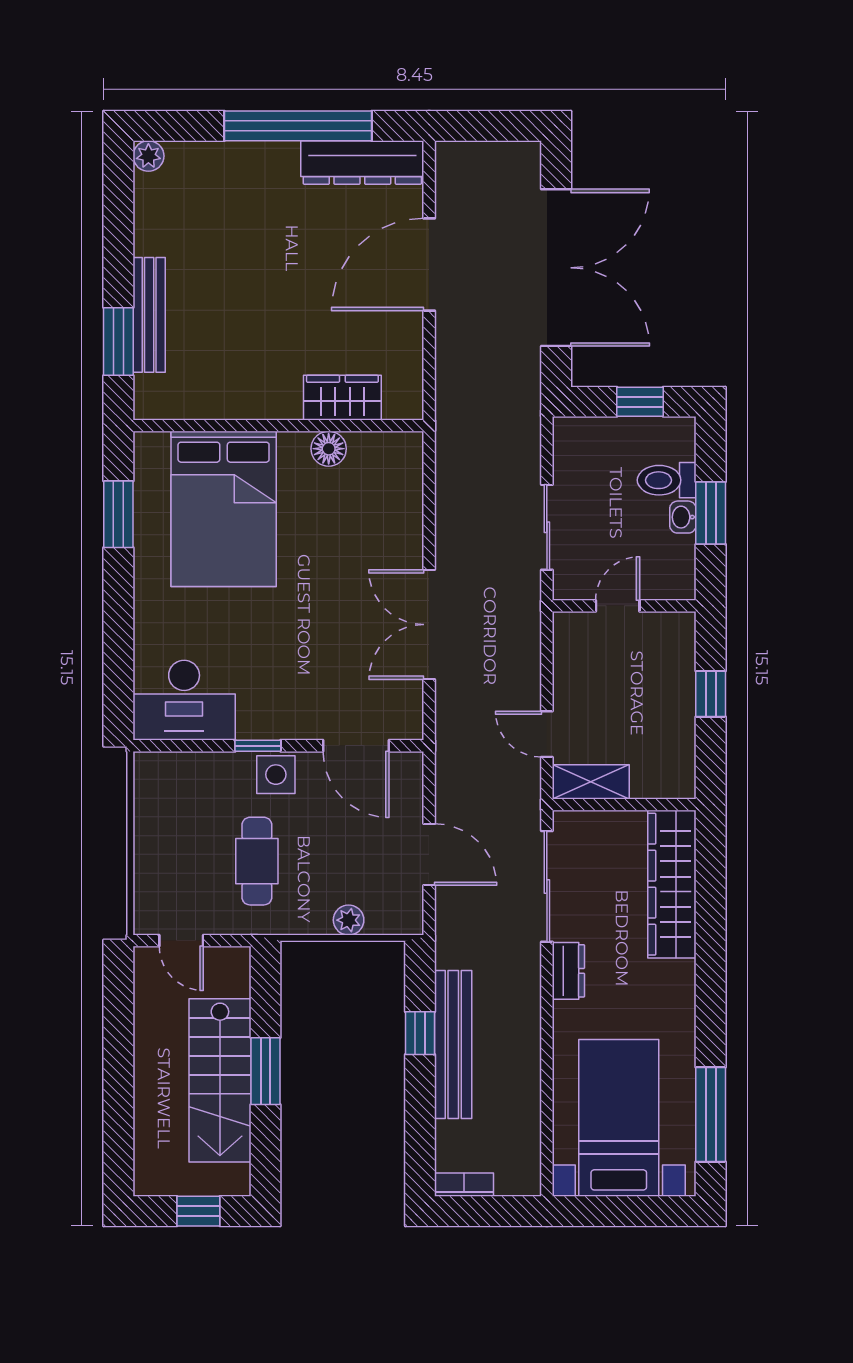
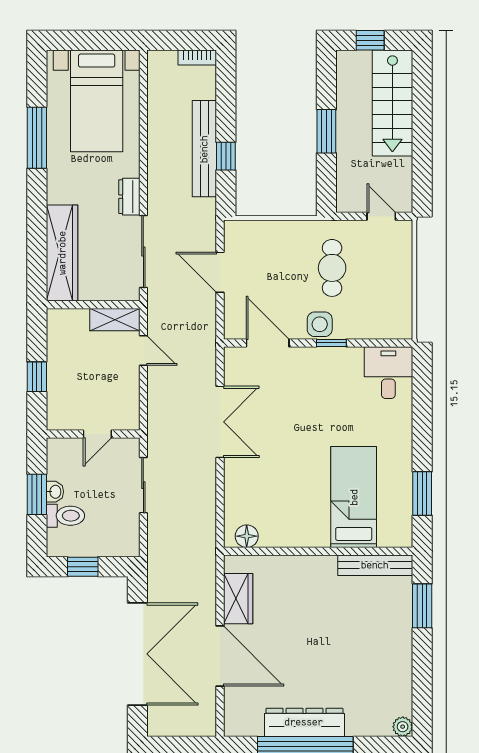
dresser: (362, 163) -> (304, 722), moved
door: (429, 265) -> (220, 656), hinge flipped
double door: (556, 268) -> (137, 654), swing flipped
bench: (149, 315) -> (375, 565), moved, turned 90
wardrobe: (342, 398) -> (238, 599), moved, turned -90
floor lamp: (329, 449) -> (247, 536), moved
bed: (224, 509) -> (354, 497), width x0.67
desk: (184, 700) -> (388, 373), width x0.73
plant: (349, 920) -> (272, 230), removed
stairs: (220, 1080) -> (392, 103), moved, turned 180
window: (711, 1114) -> (37, 138), moved

